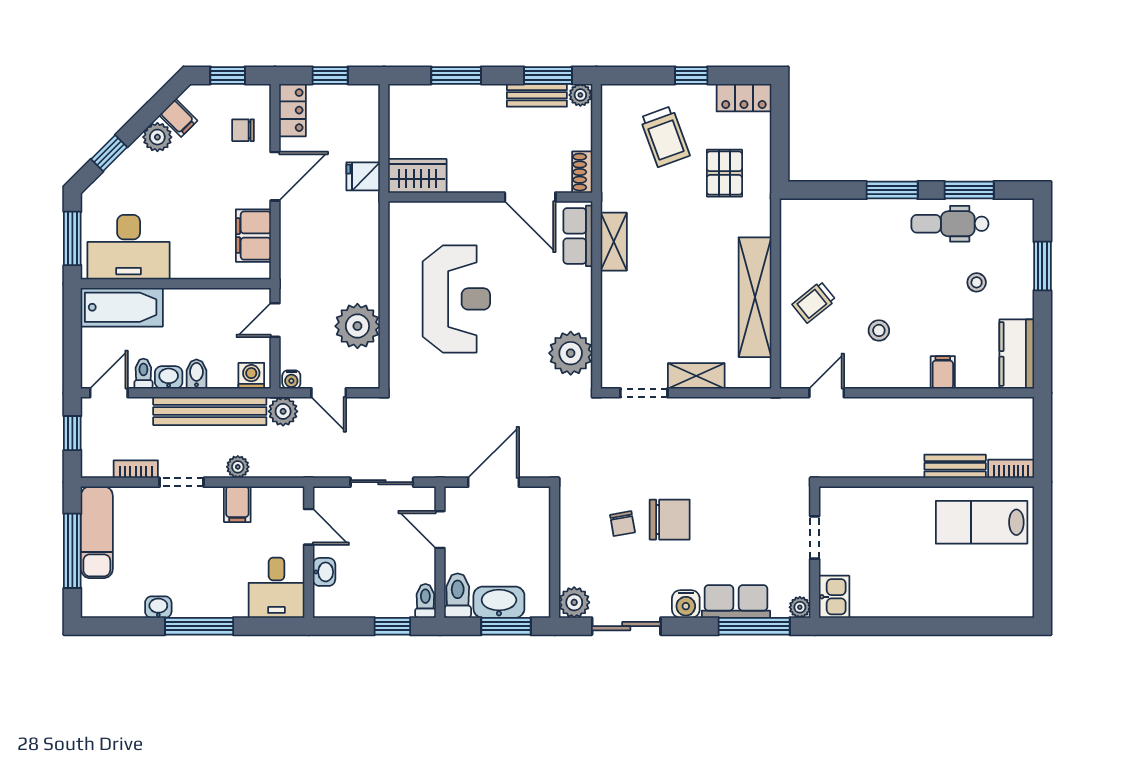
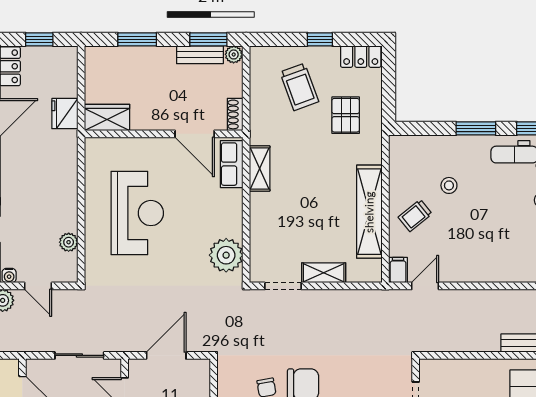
fridge: (363, 176) -> (65, 114), width x1.38
plant: (357, 326) -> (69, 242), width x0.53, depth x0.53
stool: (879, 330) -> (449, 185), moved
filing cabinet: (943, 372) -> (398, 270), moved

